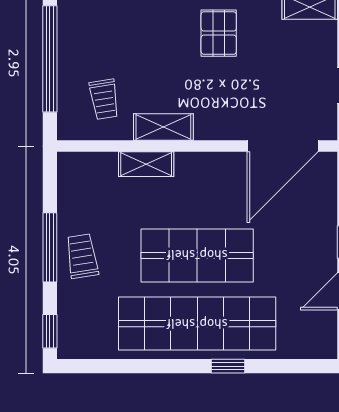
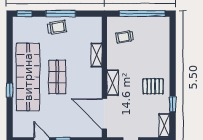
shelving: (163, 127) -> (113, 83), moved
shop shelf: (197, 255) -> (57, 77), width x0.70, depth x0.74

